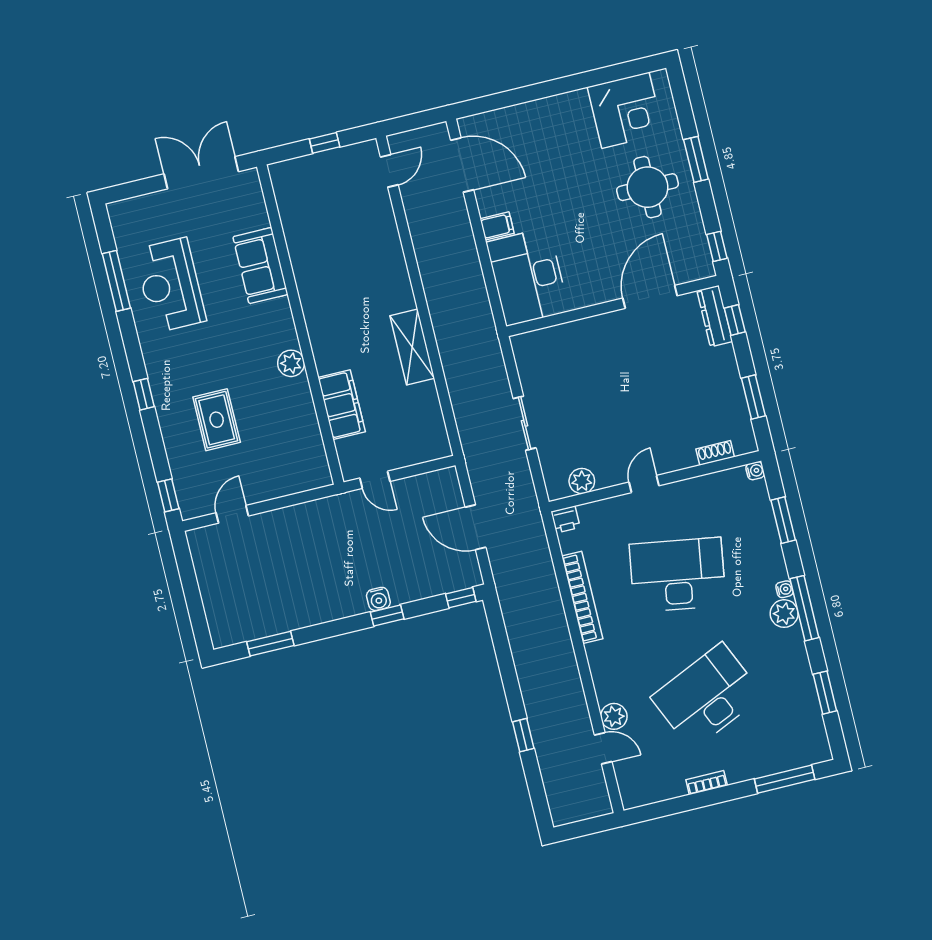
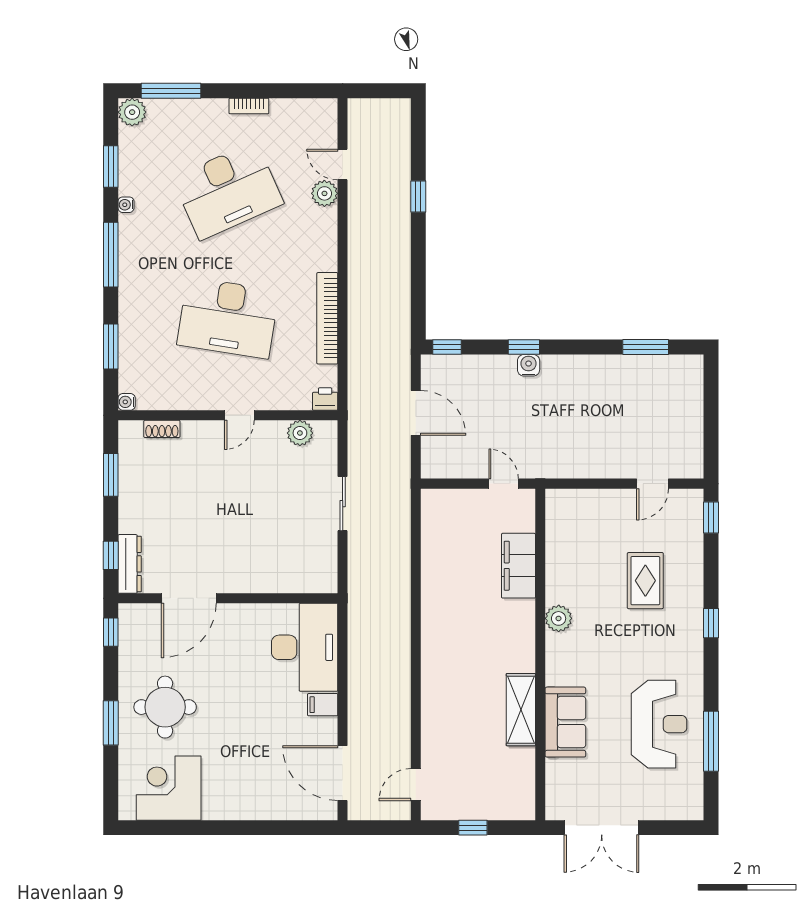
shelving: (412, 347) -> (521, 710), moved
water cooler: (784, 589) -> (126, 205), moved
plant: (784, 614) -> (132, 112), moved

